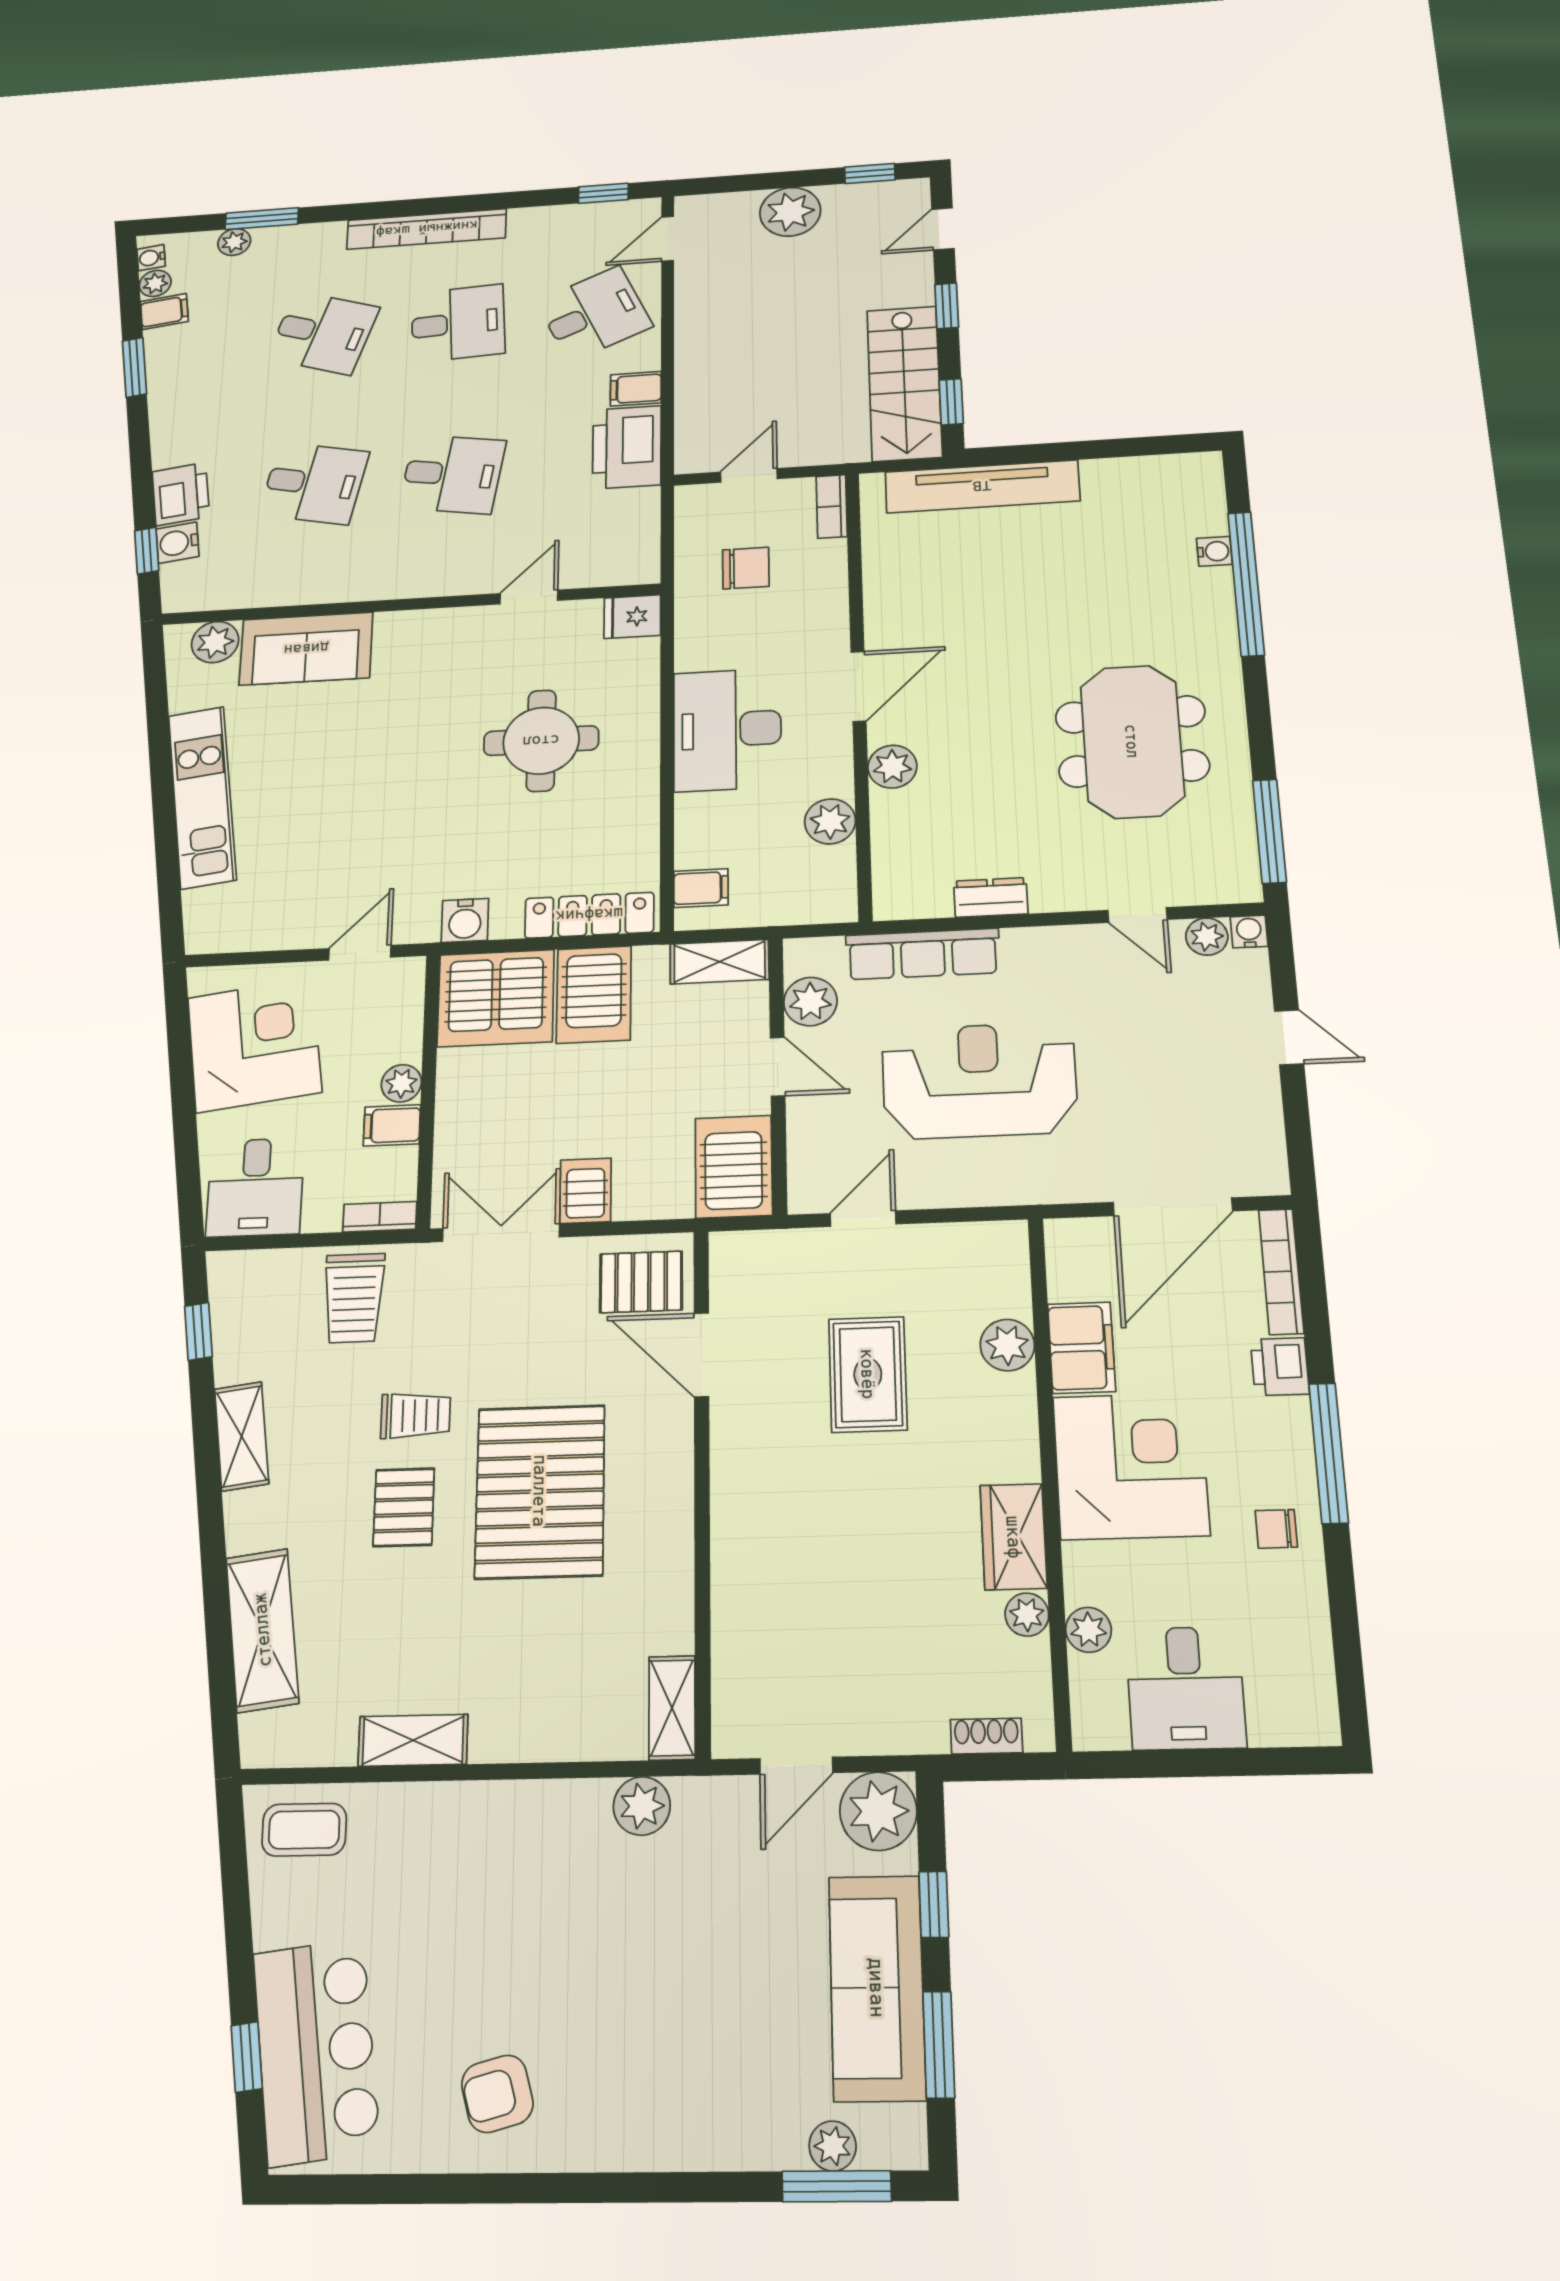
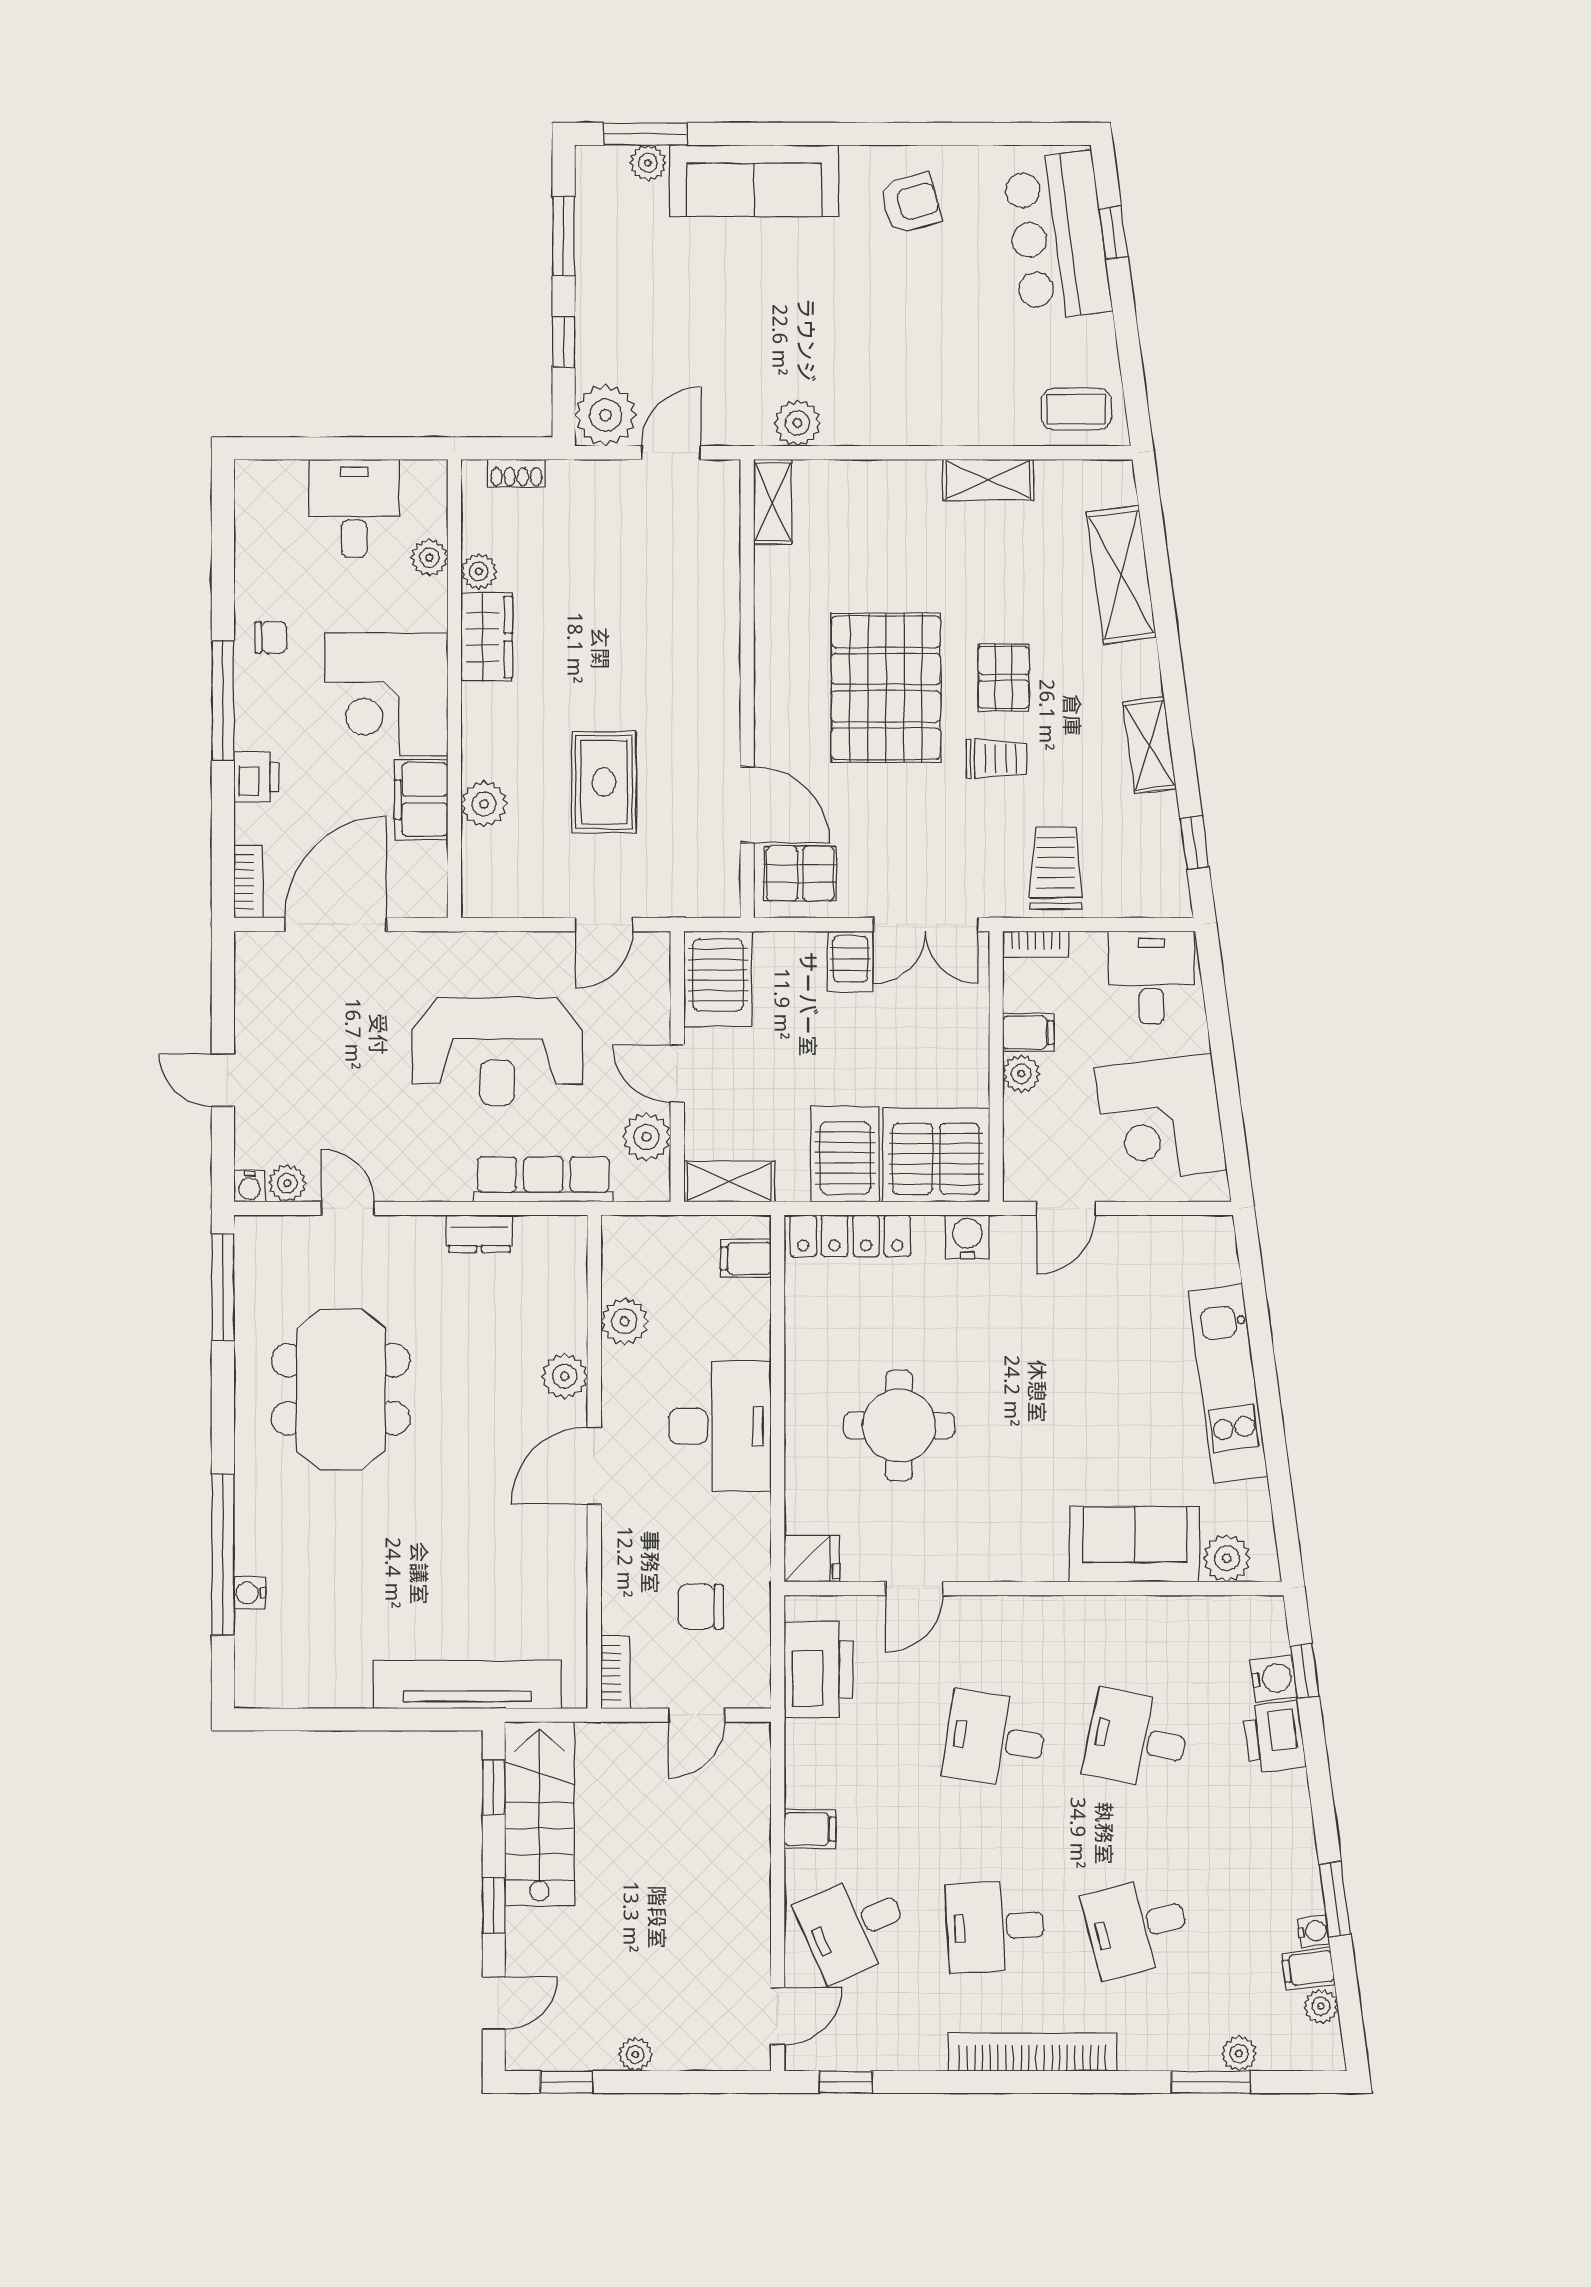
plant: (790, 212) -> (635, 2054), width x0.53, depth x0.53
water cooler: (151, 258) -> (1313, 1931), moved
desk: (323, 333) -> (1137, 1927), turned -33
printer: (627, 447) -> (819, 1670), moved
bookcase: (1281, 1271) -> (248, 882), width x0.64
trolley: (416, 1415) -> (996, 759), turned 180
sofa: (877, 1988) -> (754, 181), moved, turned 90

